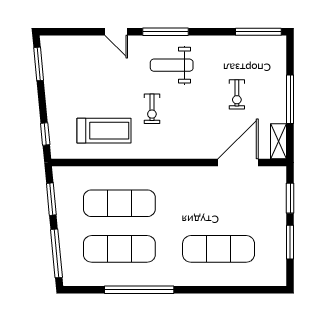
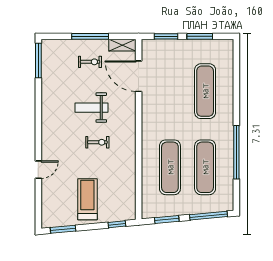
window: (165, 32) -> (38, 132), removed
weight bench: (172, 65) -> (91, 108), moved, turned 90
exercise bike: (237, 94) -> (90, 62), moved
treadmill: (104, 131) -> (87, 199), moved

